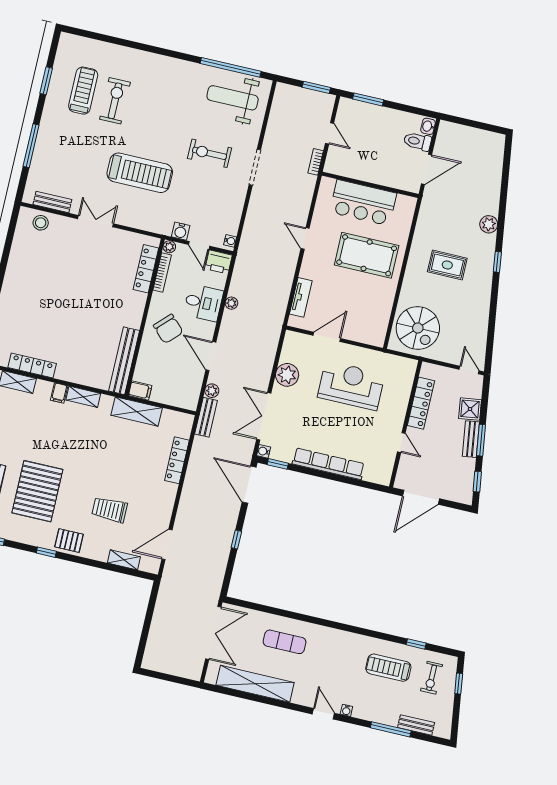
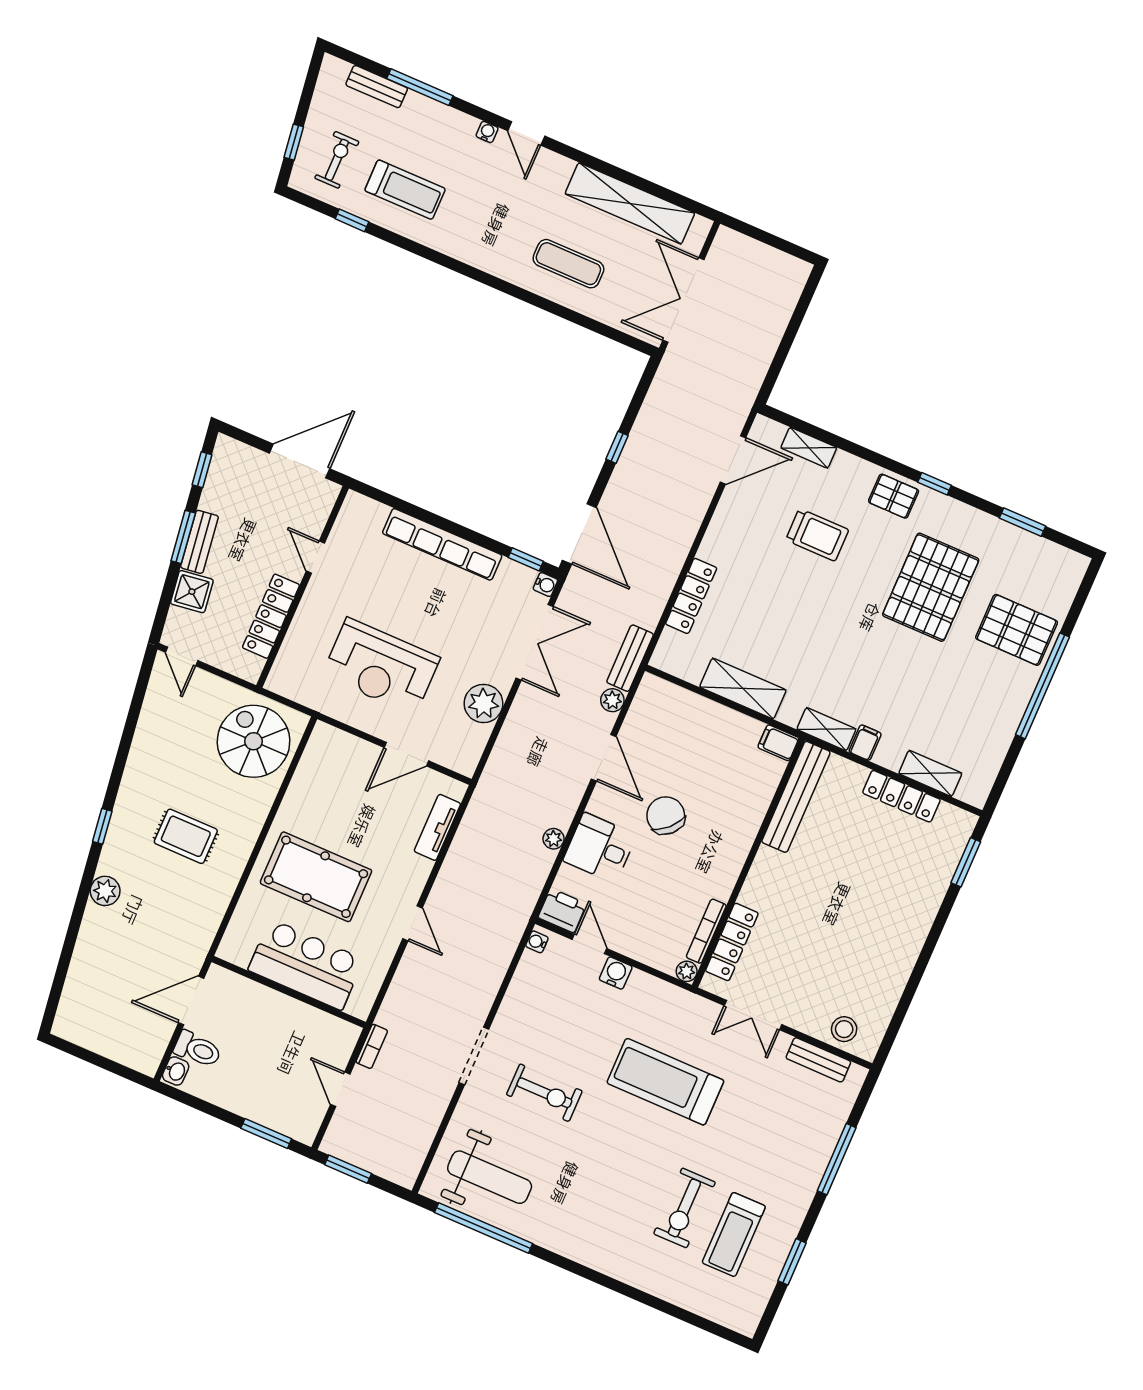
plant: (169, 247) -> (687, 971), moved
locker: (146, 269) -> (732, 942), moved
bookcase: (162, 272) -> (706, 931), moved
wall: (145, 317) -> (749, 863), moved
bench: (124, 361) -> (796, 797), moved
filing cabinet: (140, 391) -> (778, 743), moved

